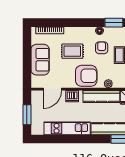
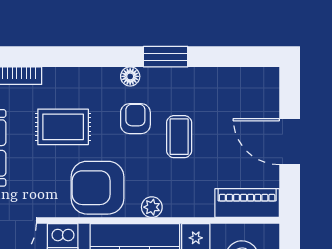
armchair: (86, 76) -> (97, 188), turned 180

